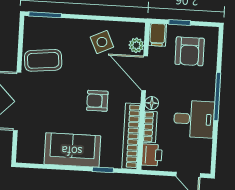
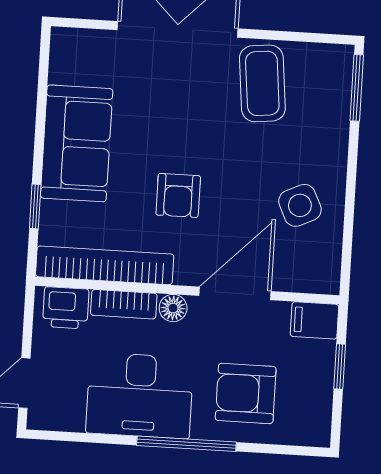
plant: (136, 45) -> (293, 277), removed
armchair: (190, 51) -> (246, 393), moved
armchair: (97, 101) -> (178, 195), turned 180
desk: (194, 119) -> (140, 395), width x1.37

